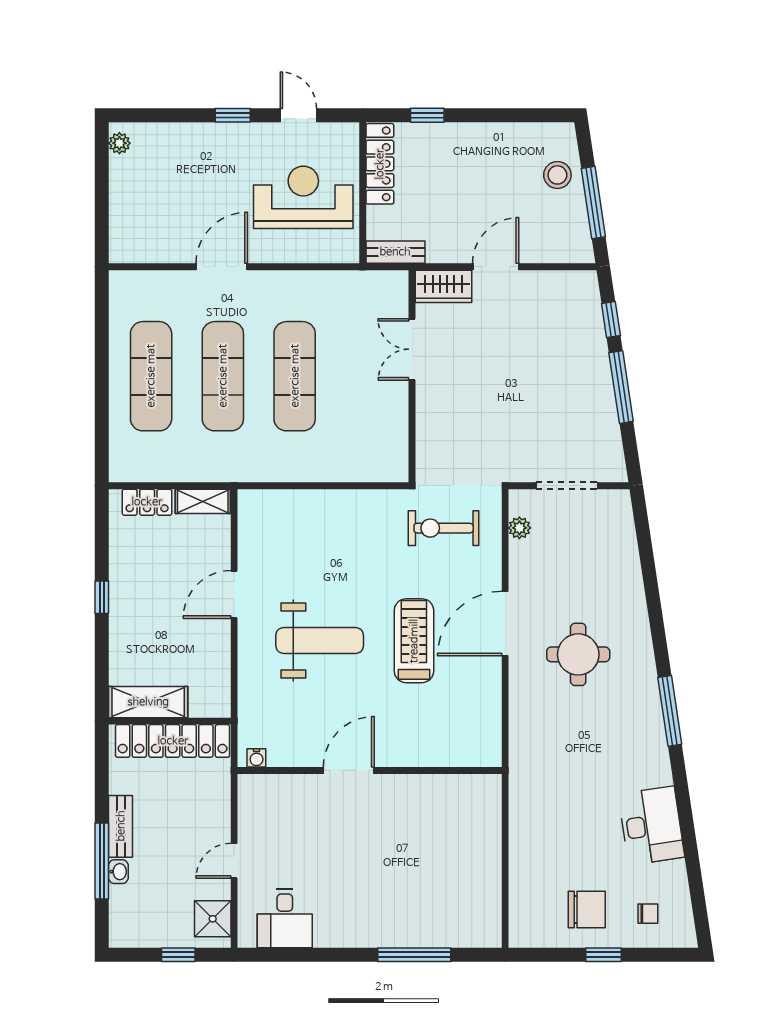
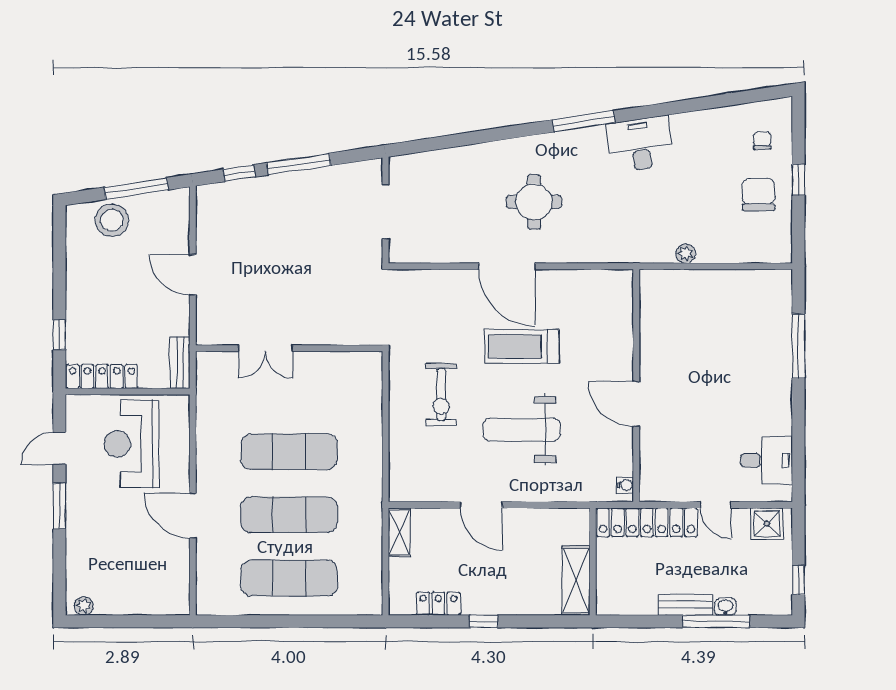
window: (233, 115) -> (59, 506), width x1.50
stool: (557, 175) -> (112, 220), width x1.38, depth x1.38
wardrobe: (443, 286) -> (210, 321), removed
locker: (147, 502) -> (438, 604), moved, turned -90
exercise bike: (444, 528) -> (441, 395), moved
plant: (519, 528) -> (686, 254), moved
weight bench: (320, 640) -> (522, 430), turned -90
locker: (173, 741) -> (647, 522), moved, turned 90
desk: (651, 826) -> (640, 144), moved
window: (178, 955) -> (798, 580), moved

